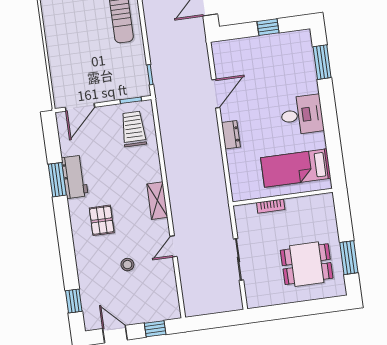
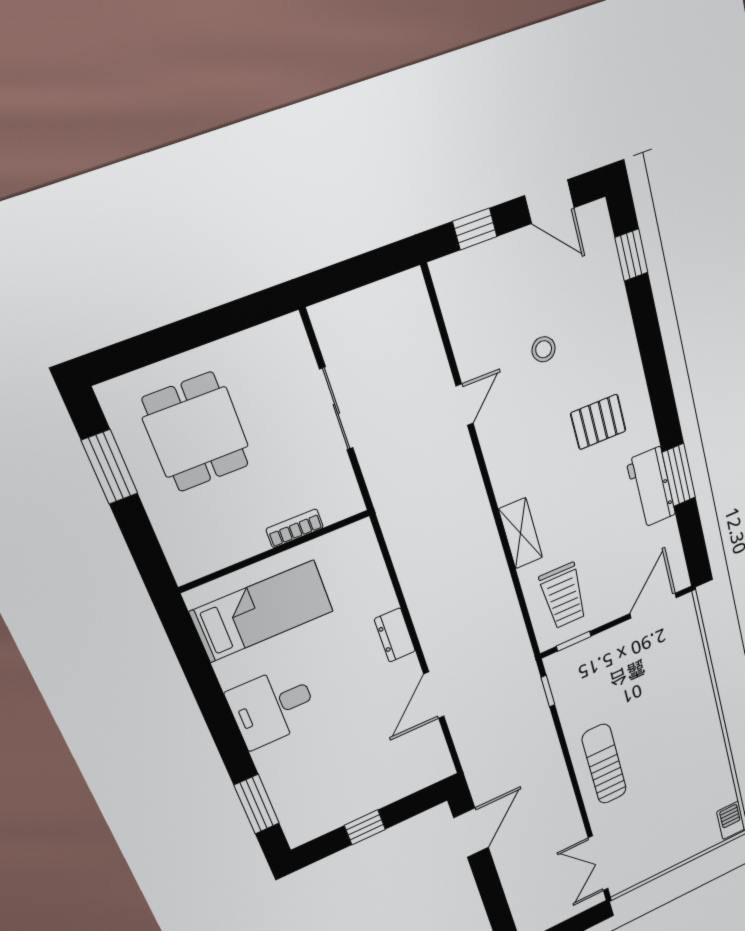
shelving: (157, 201) -> (521, 533), moved
pallet: (102, 220) -> (598, 422), turned 90
dining table: (307, 264) -> (196, 432), turned 90

